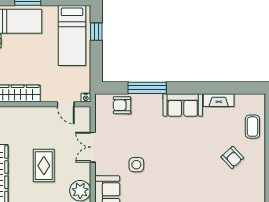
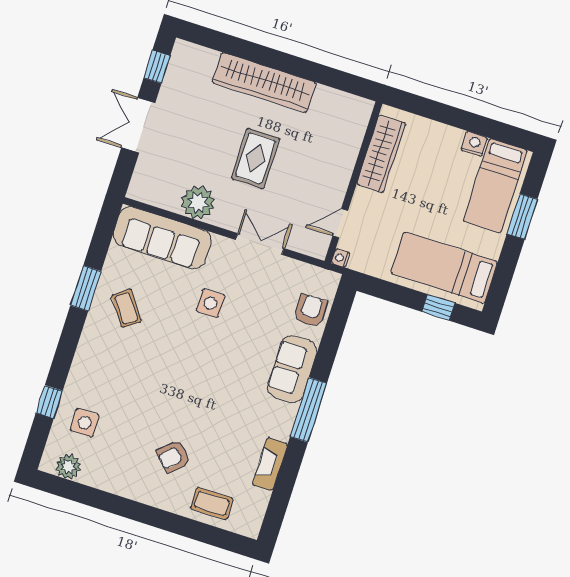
window: (147, 88) -> (308, 410), moved
sofa: (183, 105) -> (292, 369), moved
rug: (44, 166) -> (255, 158), turned 90

